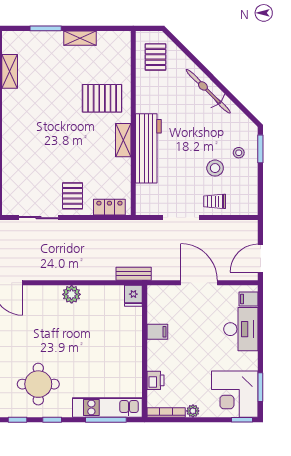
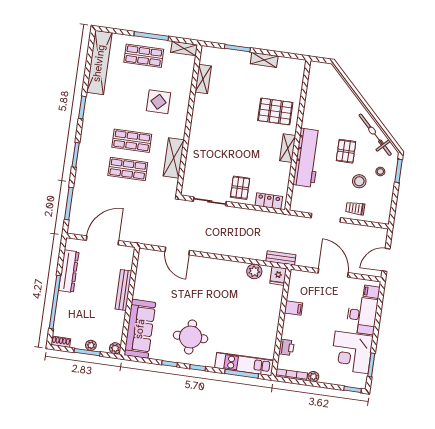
pallet: (155, 57) -> (346, 151), moved
bicycle: (208, 91) -> (375, 135), moved
plant: (72, 294) -> (254, 271), moved
corner desk: (235, 394) -> (352, 352), moved

